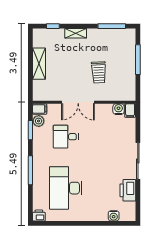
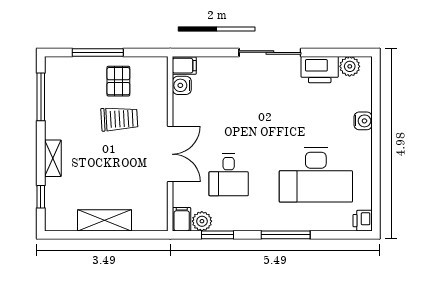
pallet: (121, 72) -> (118, 81), added
plant: (130, 208) -> (350, 66), added
water cooler: (114, 216) -> (363, 121), moved

